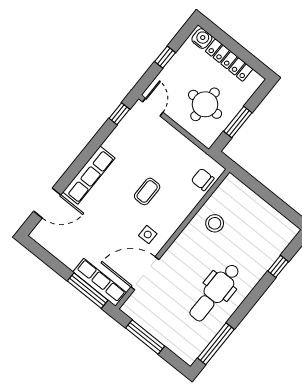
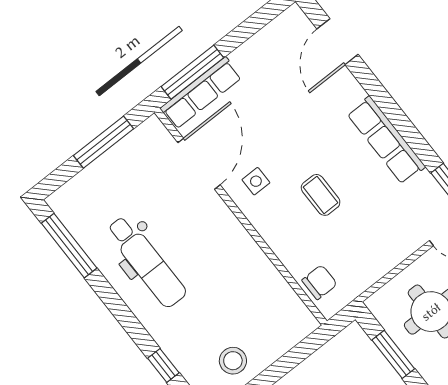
row of seats: (89, 175) -> (386, 140), moved
stool: (215, 223) -> (233, 361), moved
dental chair: (215, 292) -> (146, 262), turned 180

